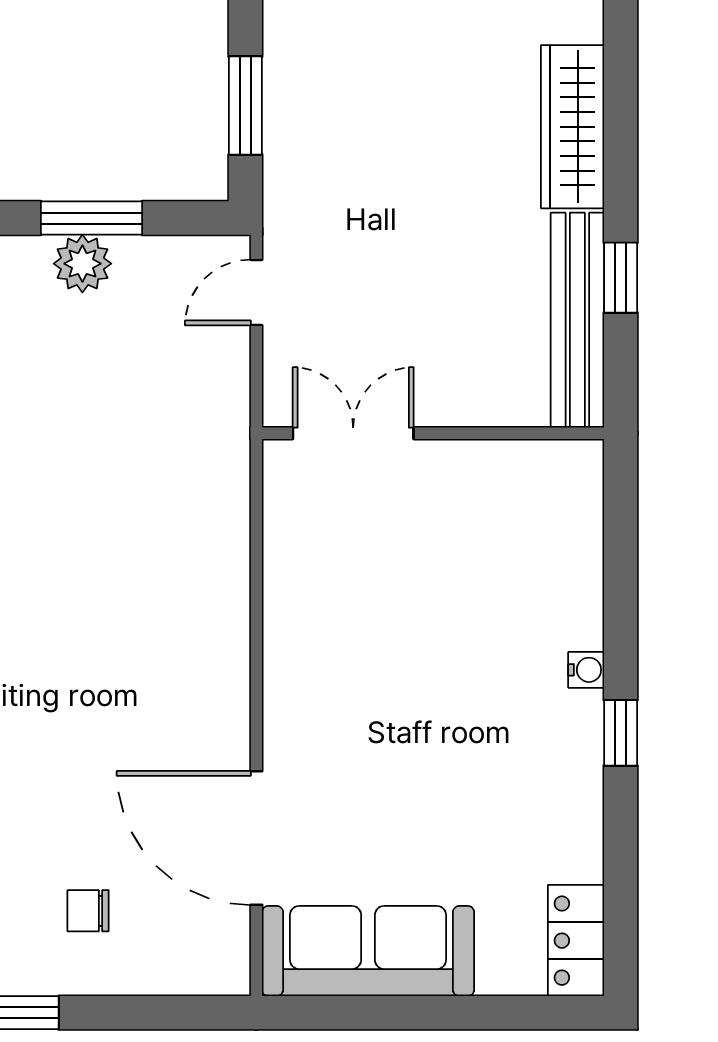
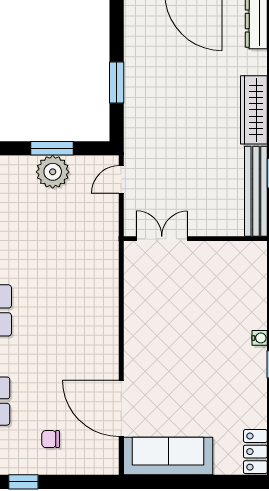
window: (245, 106) -> (117, 82), moved
plant: (82, 264) -> (53, 172), width x1.36, depth x1.36

